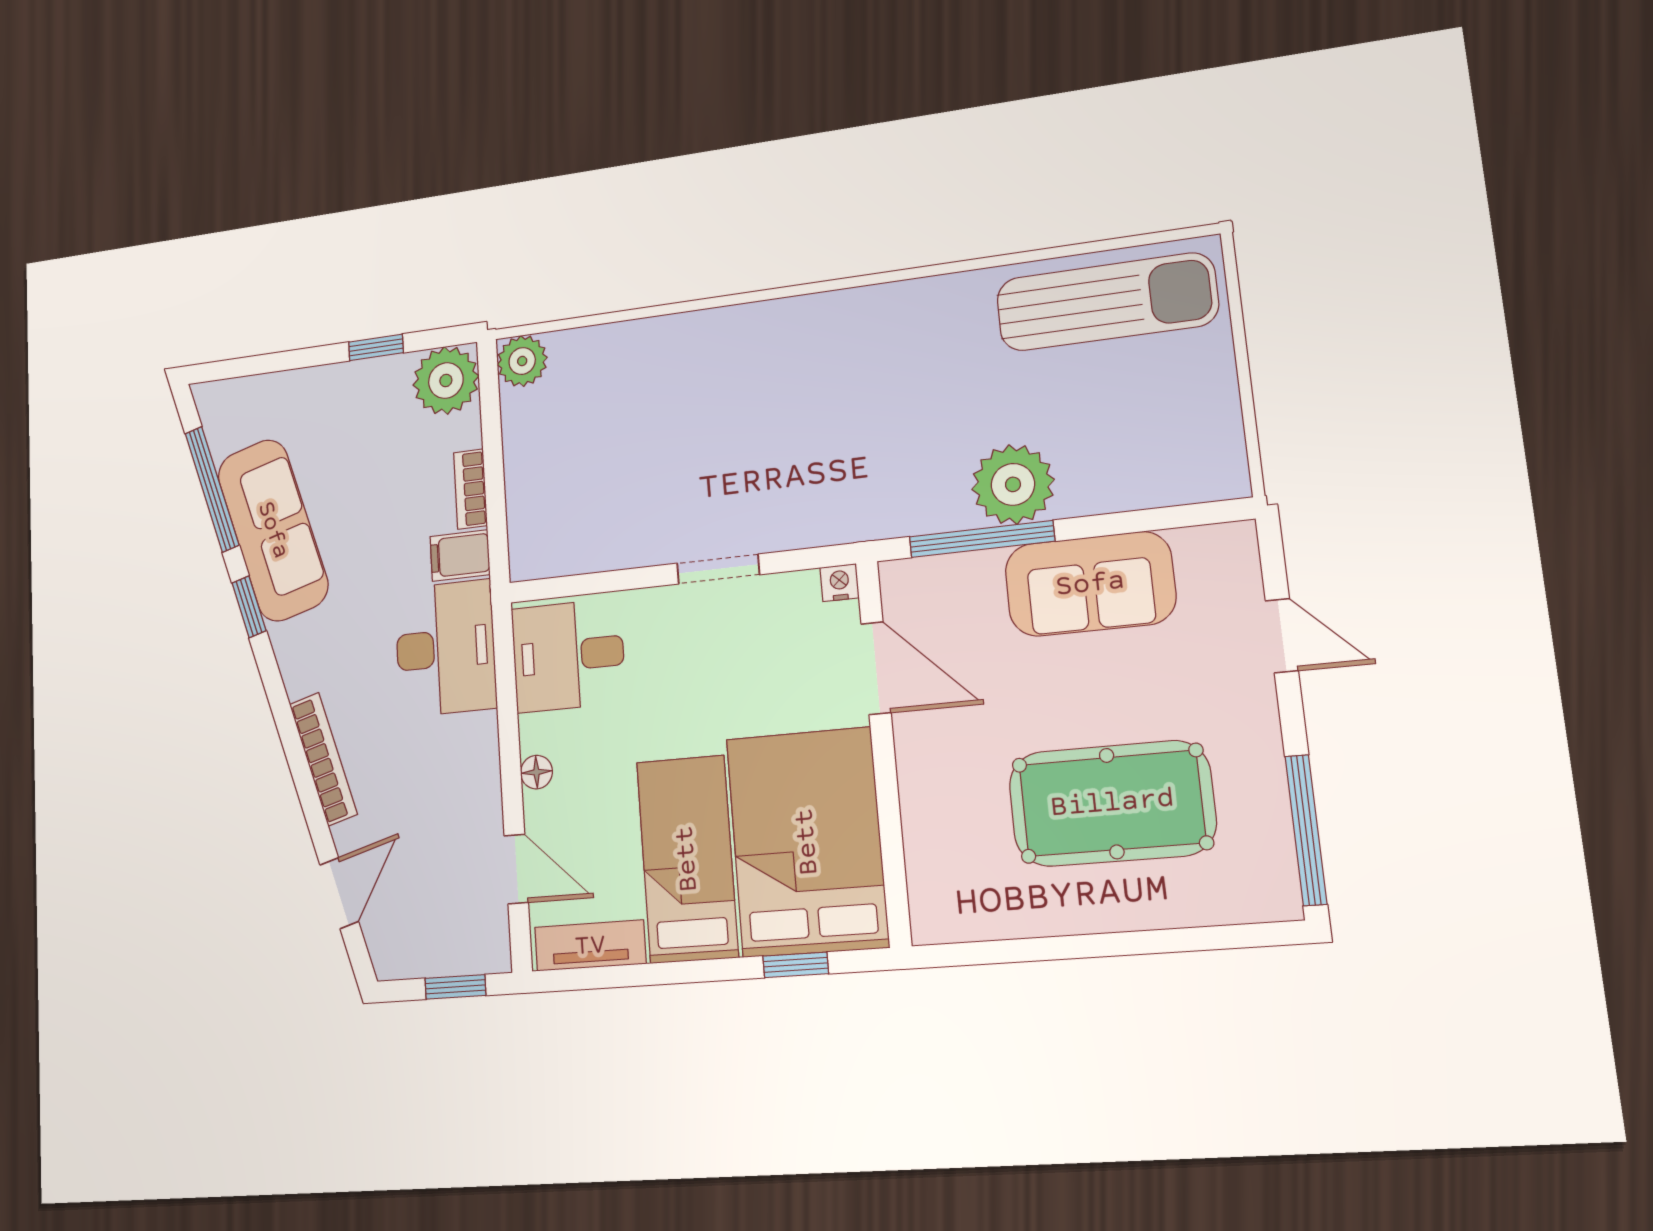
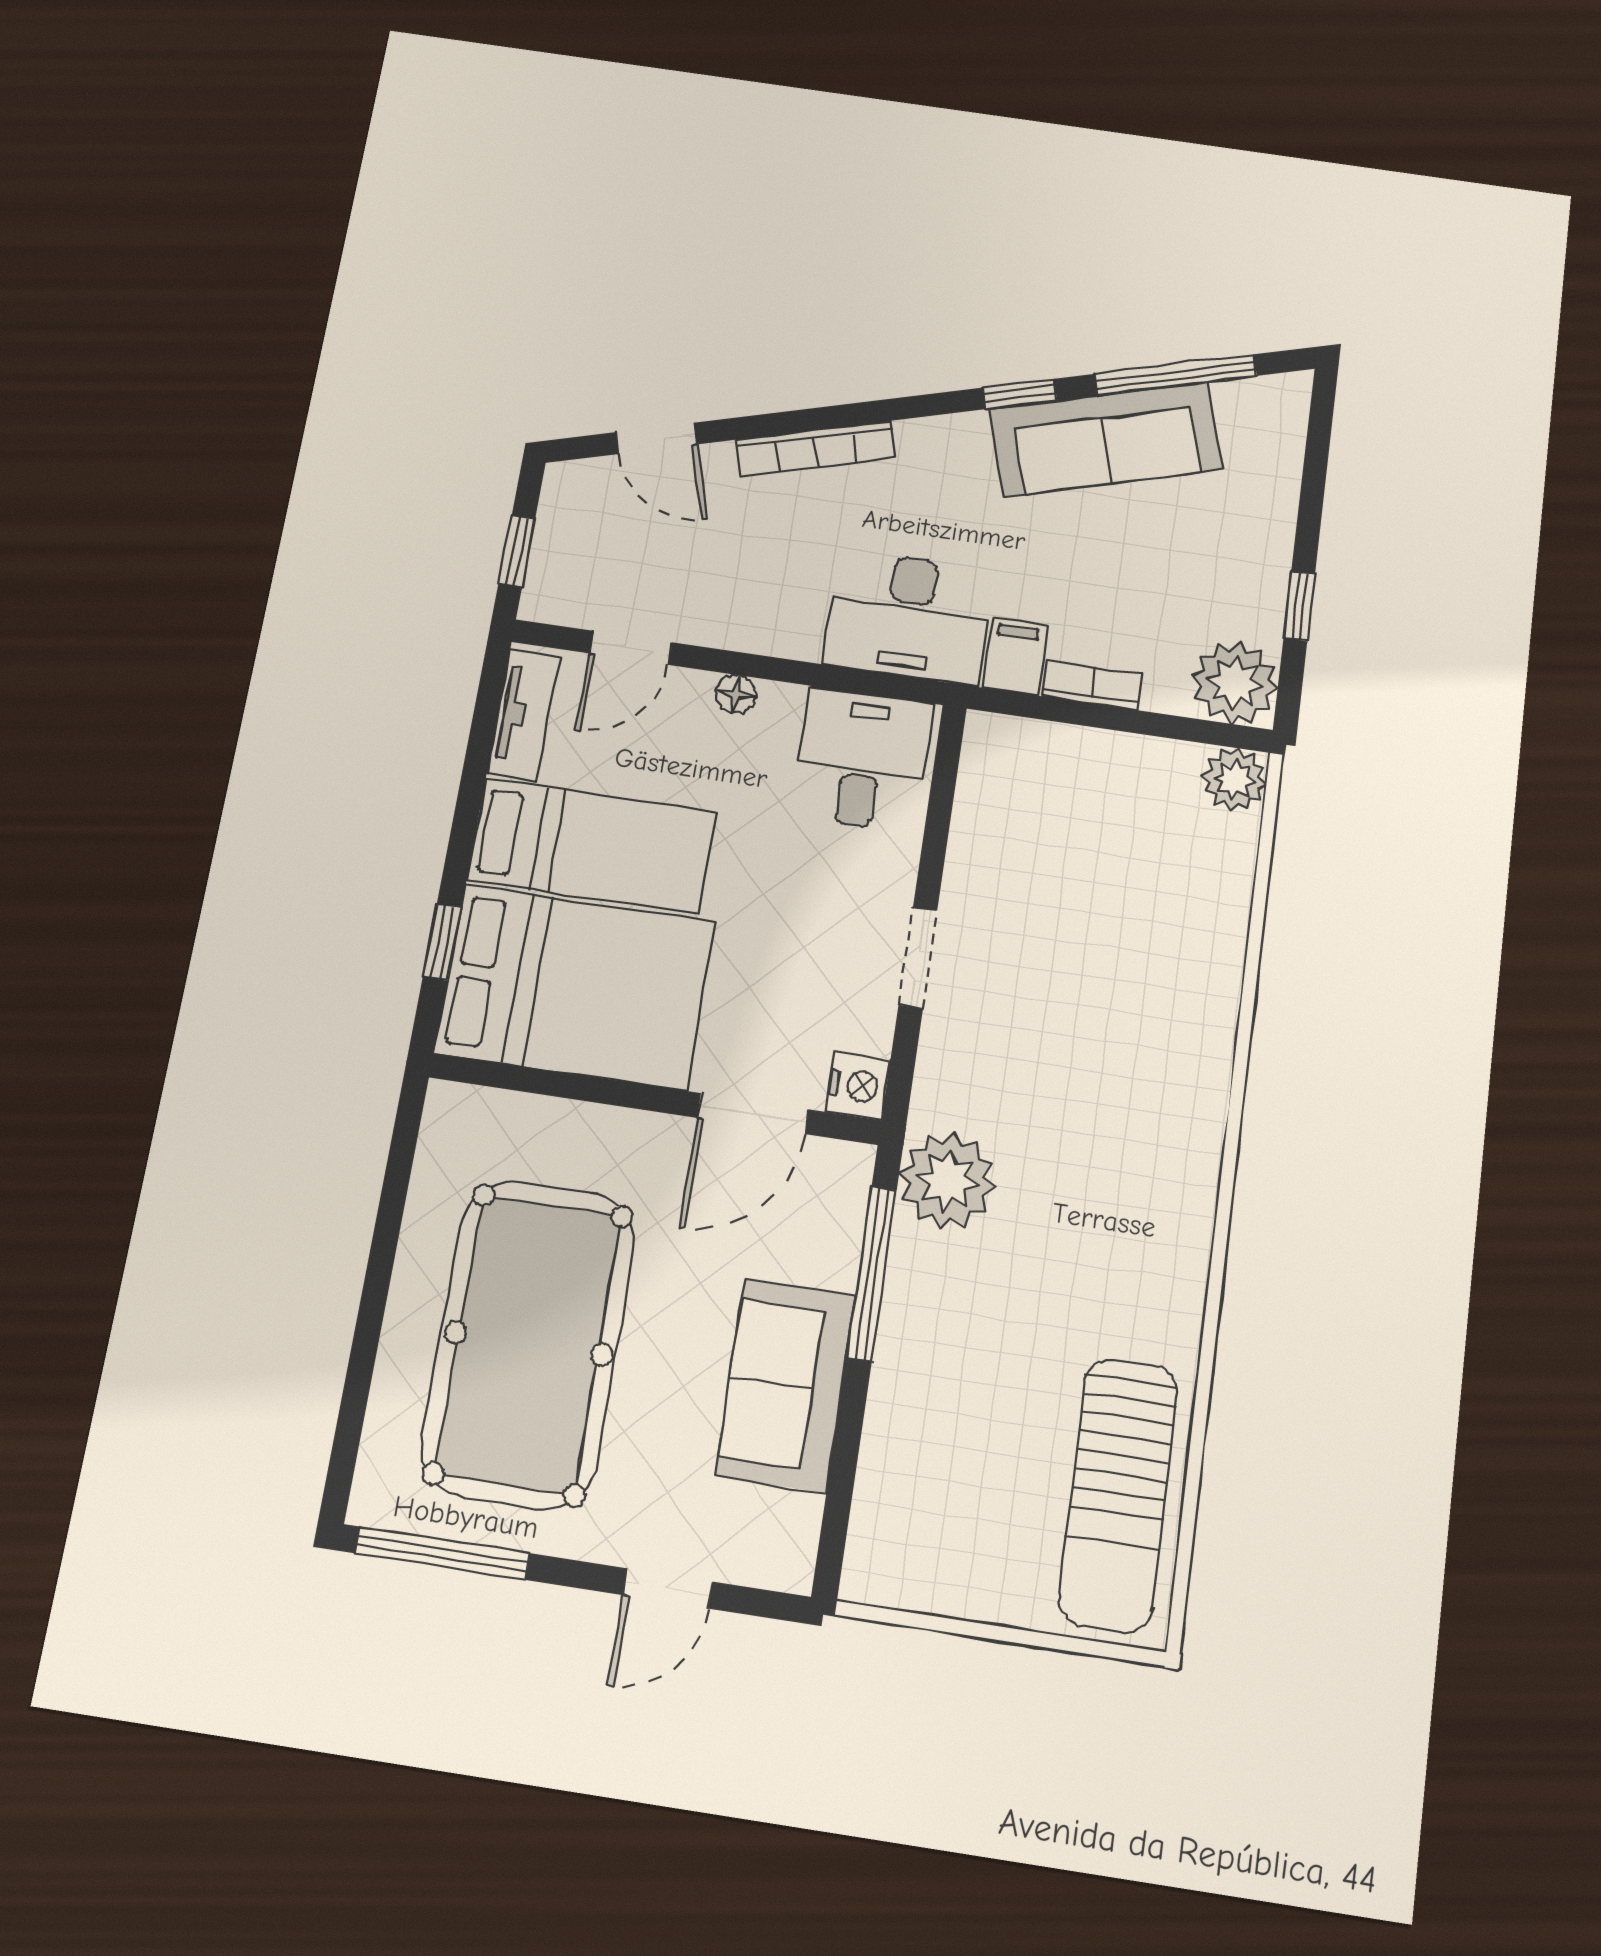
plant: (1013, 484) -> (947, 1181), moved
nightstand: (839, 583) -> (858, 1086), width x1.39, depth x1.35
pool table: (1112, 803) -> (529, 1343), width x1.36, depth x1.32

